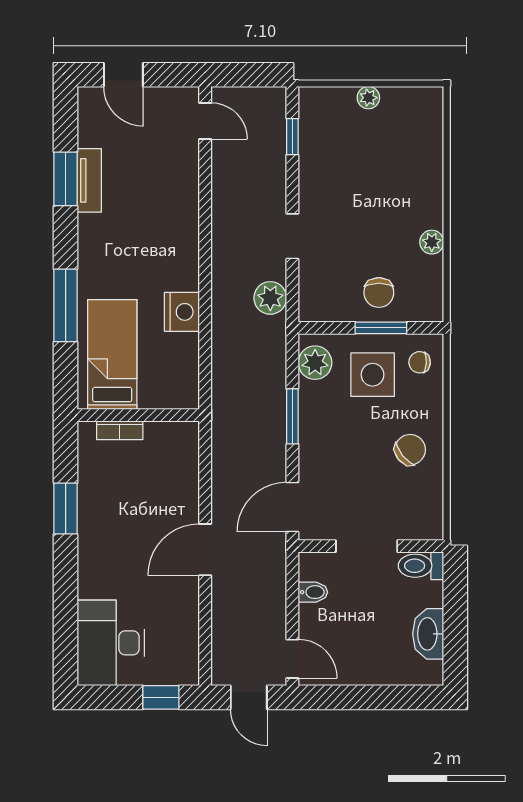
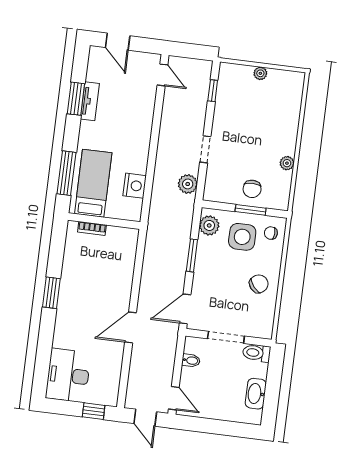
bed: (112, 354) -> (93, 183), moved
wall: (138, 415) -> (104, 221), moved
bookcase: (120, 430) -> (92, 228), moved

